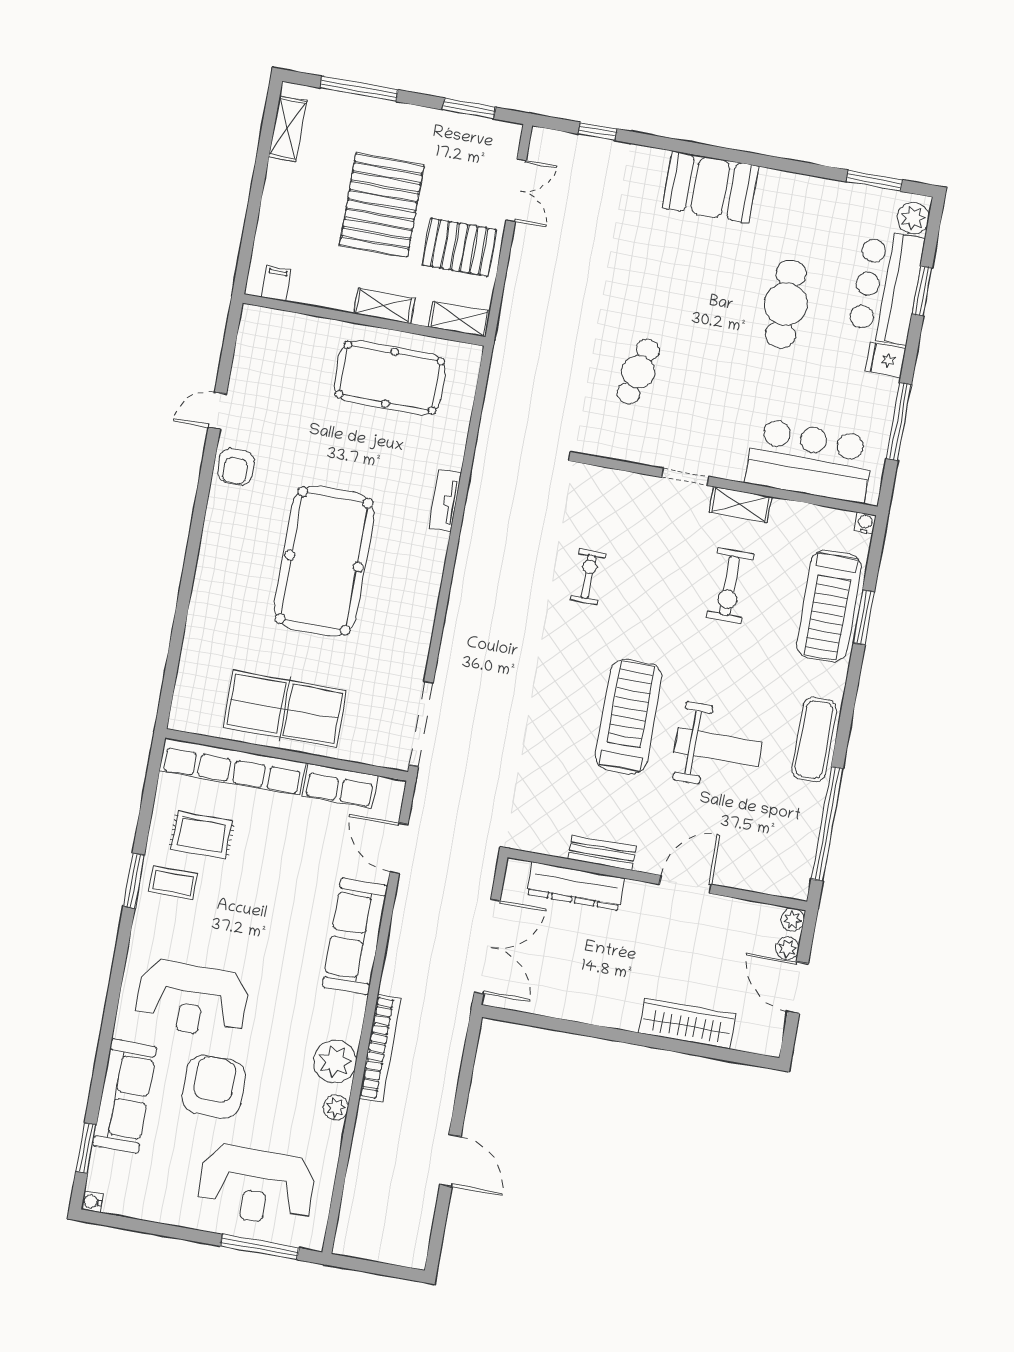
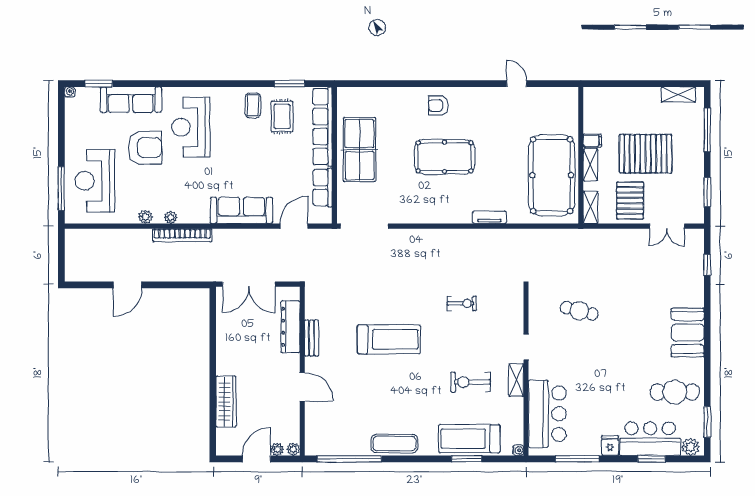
filing cabinet: (276, 283) -> (592, 141), moved
cafe table: (786, 304) -> (675, 392), moved
pool table: (390, 378) -> (552, 175), width x1.36, depth x1.32
armchair: (236, 467) -> (438, 106), moved
pool table: (324, 561) -> (445, 157), width x0.73, depth x0.76
weight bench: (718, 747) -> (381, 391), removed
window: (134, 881) -> (290, 84), moved
plant: (335, 1062) -> (171, 217), width x0.53, depth x0.53

